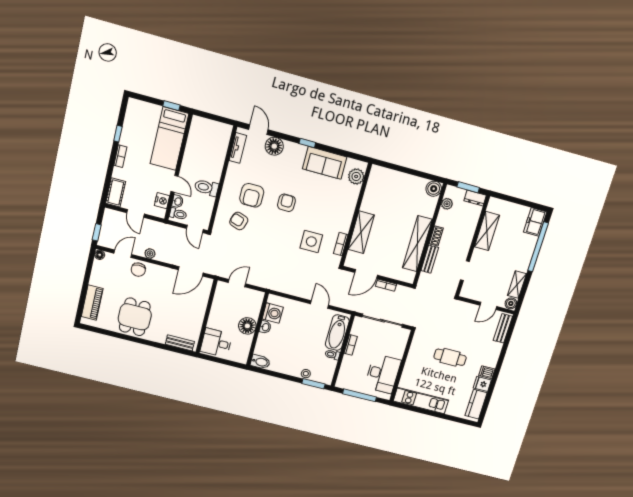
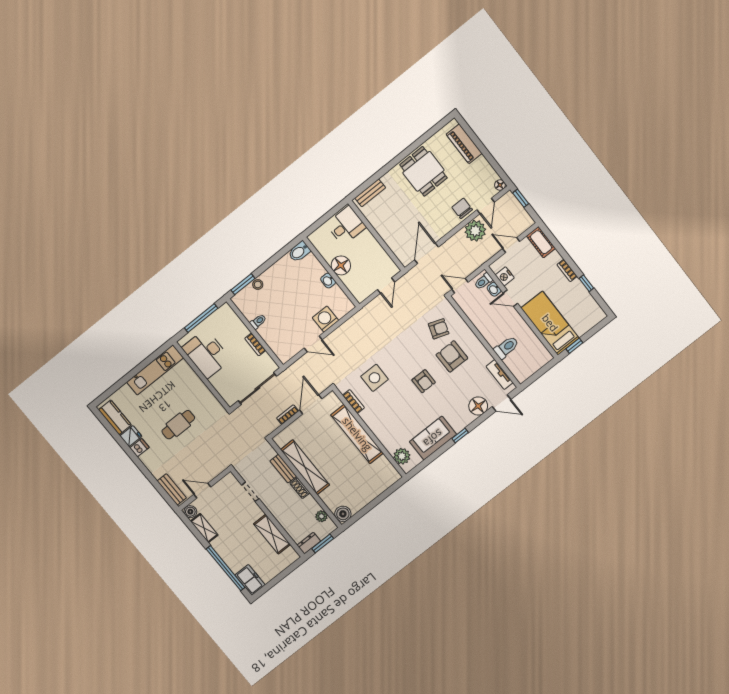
toilet: (206, 188) -> (506, 347), moved
shelving: (361, 232) -> (357, 434), width x1.47
plant: (150, 254) -> (475, 231), width x1.88, depth x1.88
door: (488, 306) -> (202, 491), hinge flipped
washing machine: (273, 313) -> (325, 319), moved, turned 90
bathtub: (337, 333) -> (276, 341), removed

